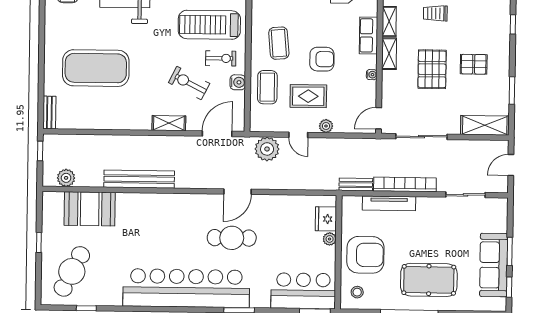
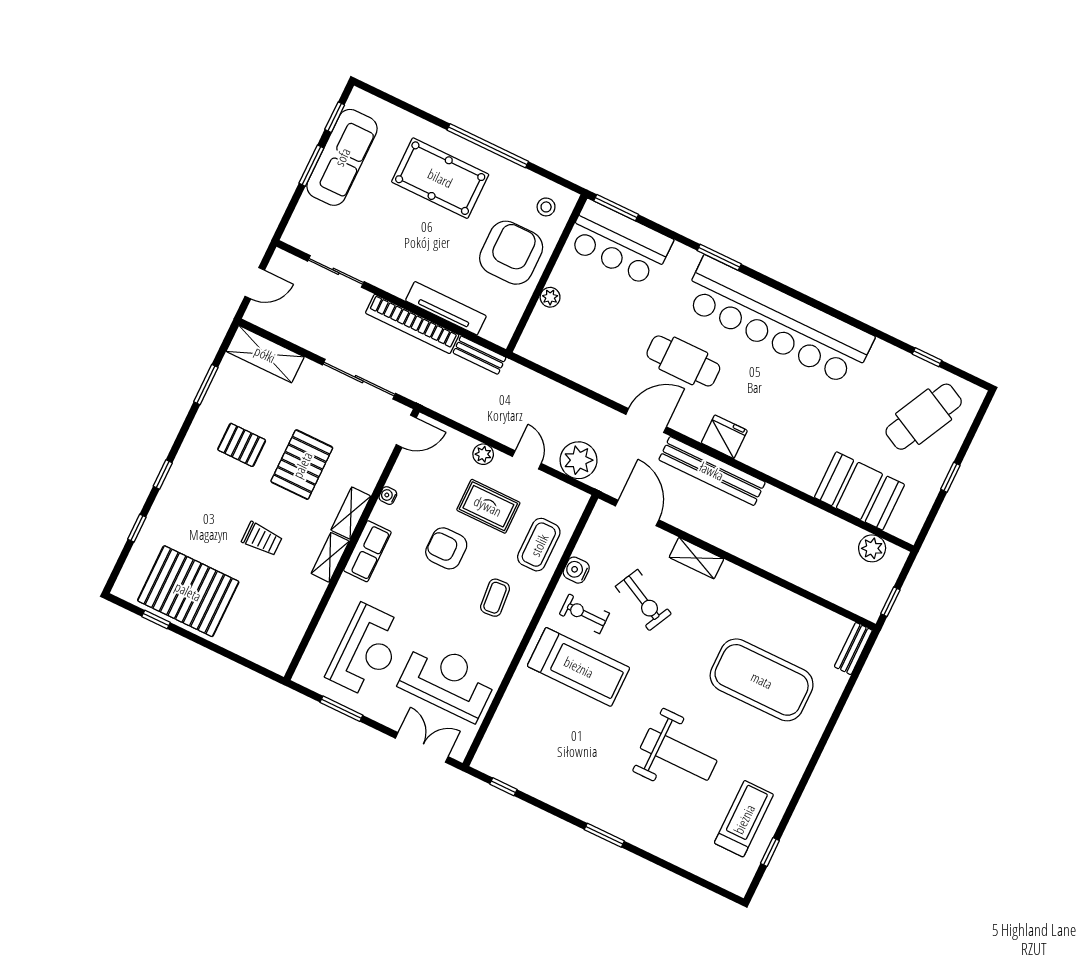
coffee table: (279, 43) -> (495, 598), width x0.73, depth x0.77
door: (217, 134) -> (637, 513), swing flipped
bench: (139, 179) -> (712, 471), moved
fridge: (326, 219) -> (724, 437), moved, turned -90
armchair: (365, 255) -> (511, 253), turned 90

